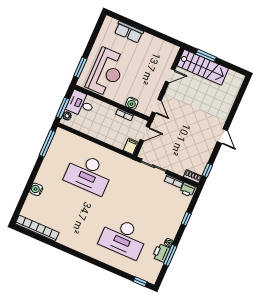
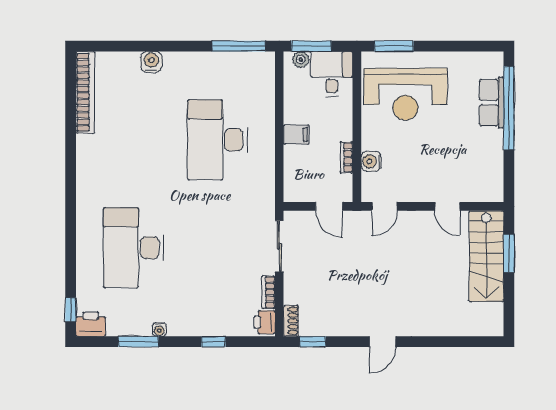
window: (135, 25) -> (509, 108), added
filing cabinet: (131, 146) -> (296, 135), moved
printer: (161, 253) -> (91, 324), moved

